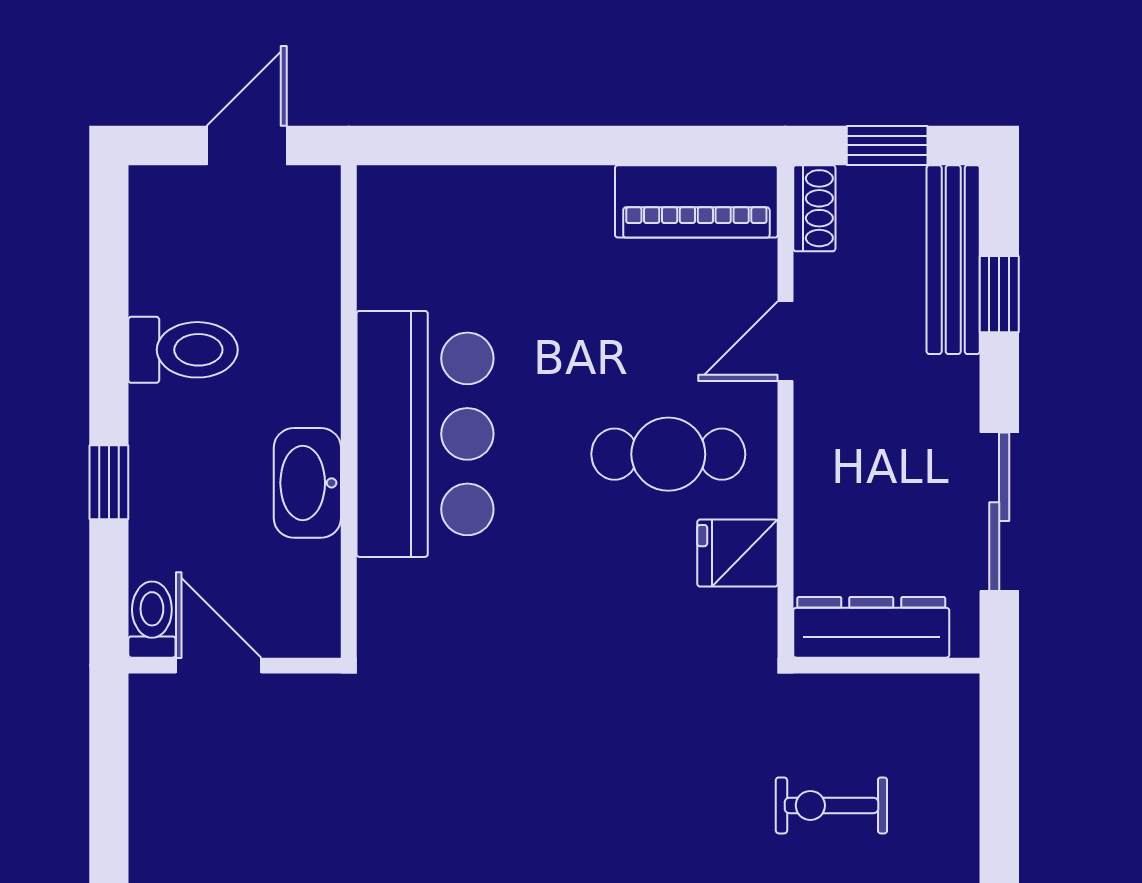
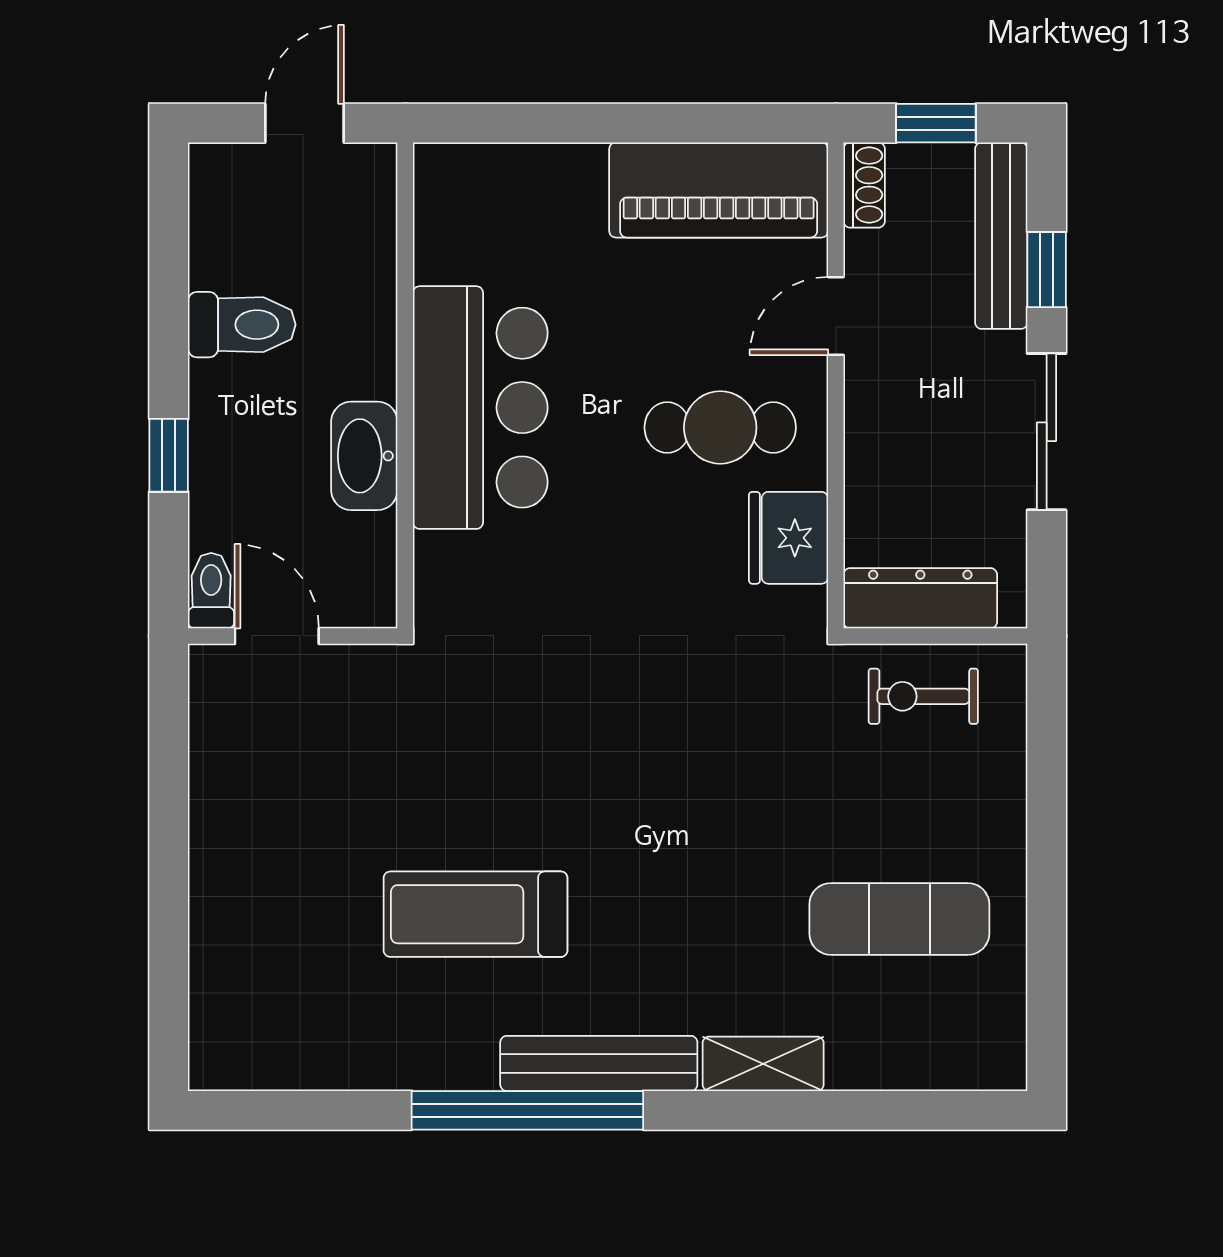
piano: (696, 201) -> (719, 190), width x1.37, depth x1.33
sliding door: (999, 512) -> (1047, 432), moved
fridge: (738, 553) -> (788, 538), width x1.38
exercise bike: (831, 805) -> (923, 696), moved

